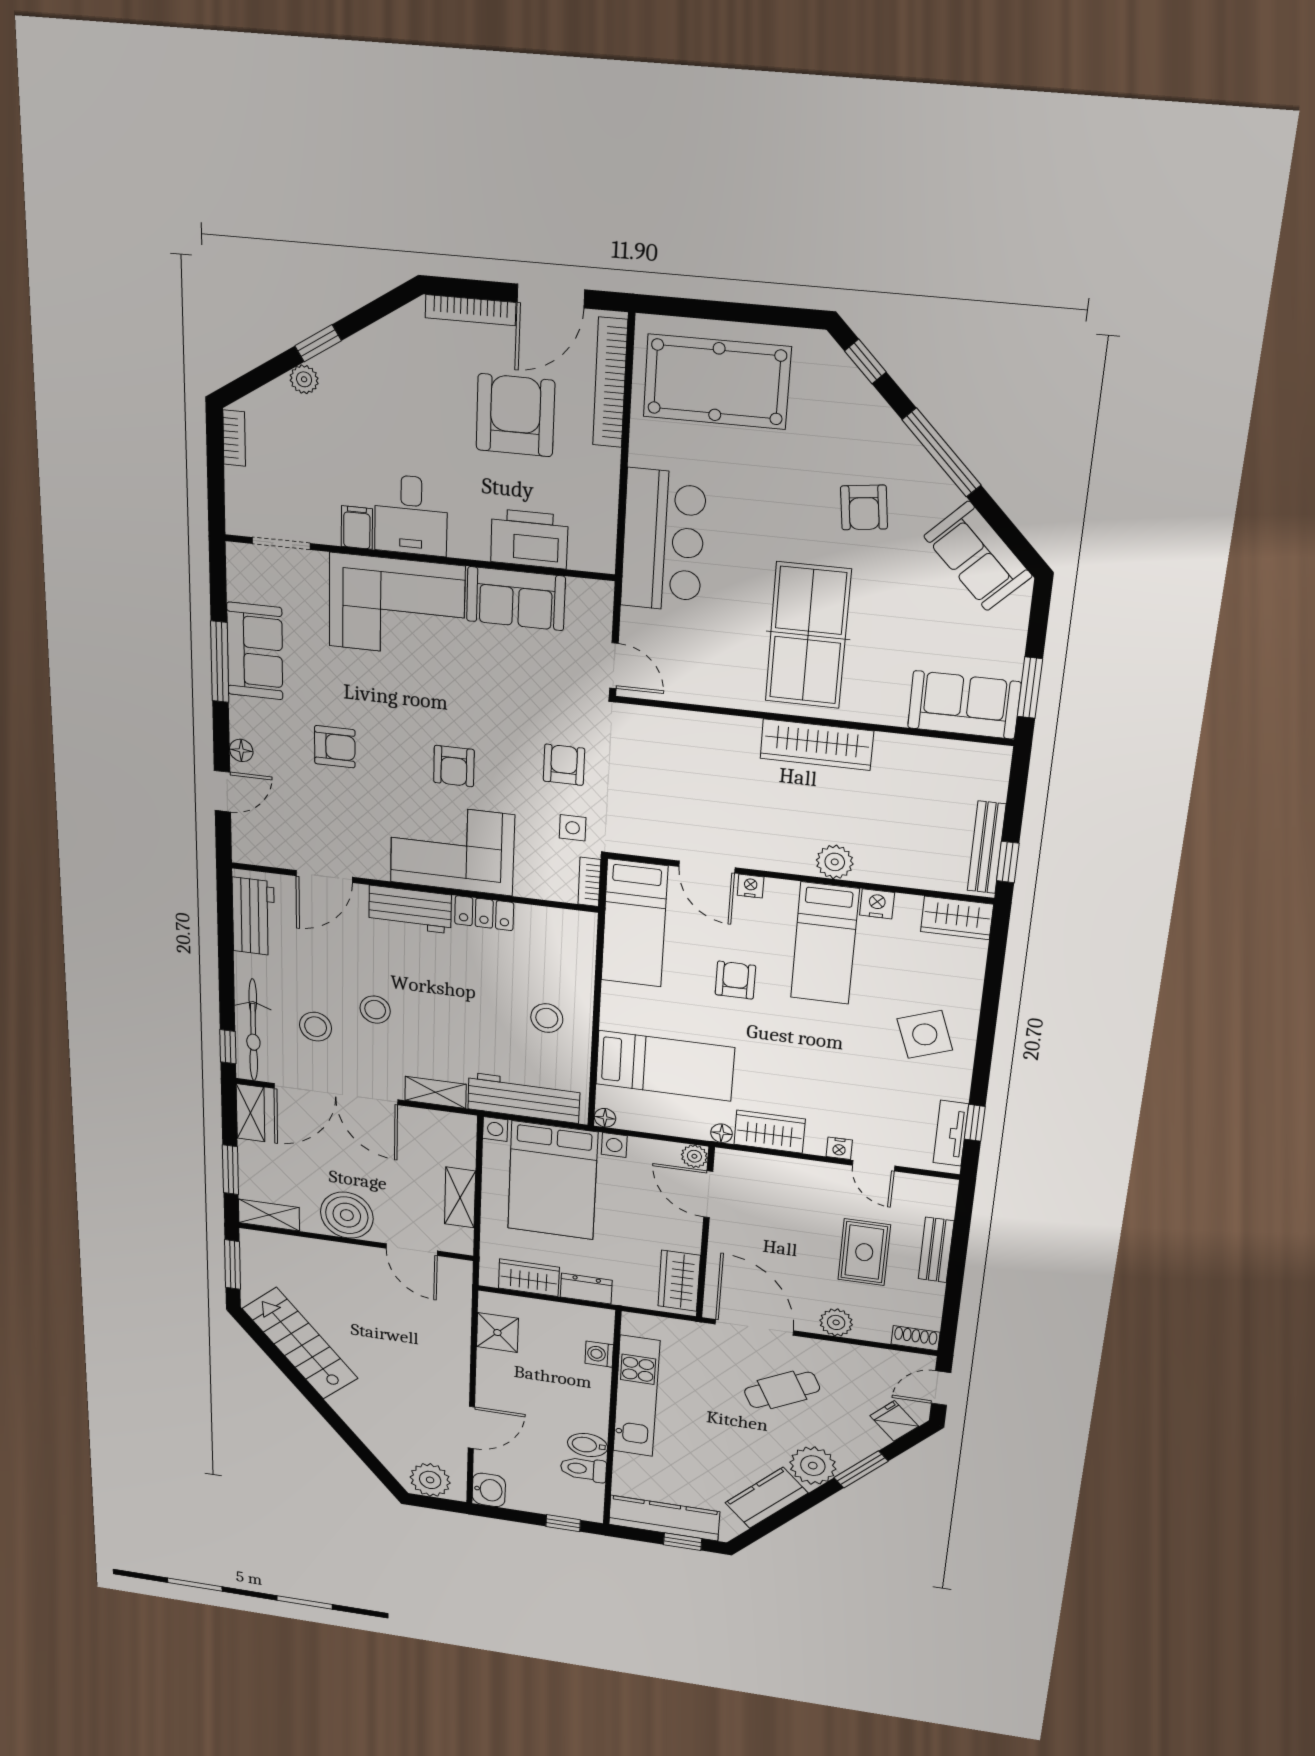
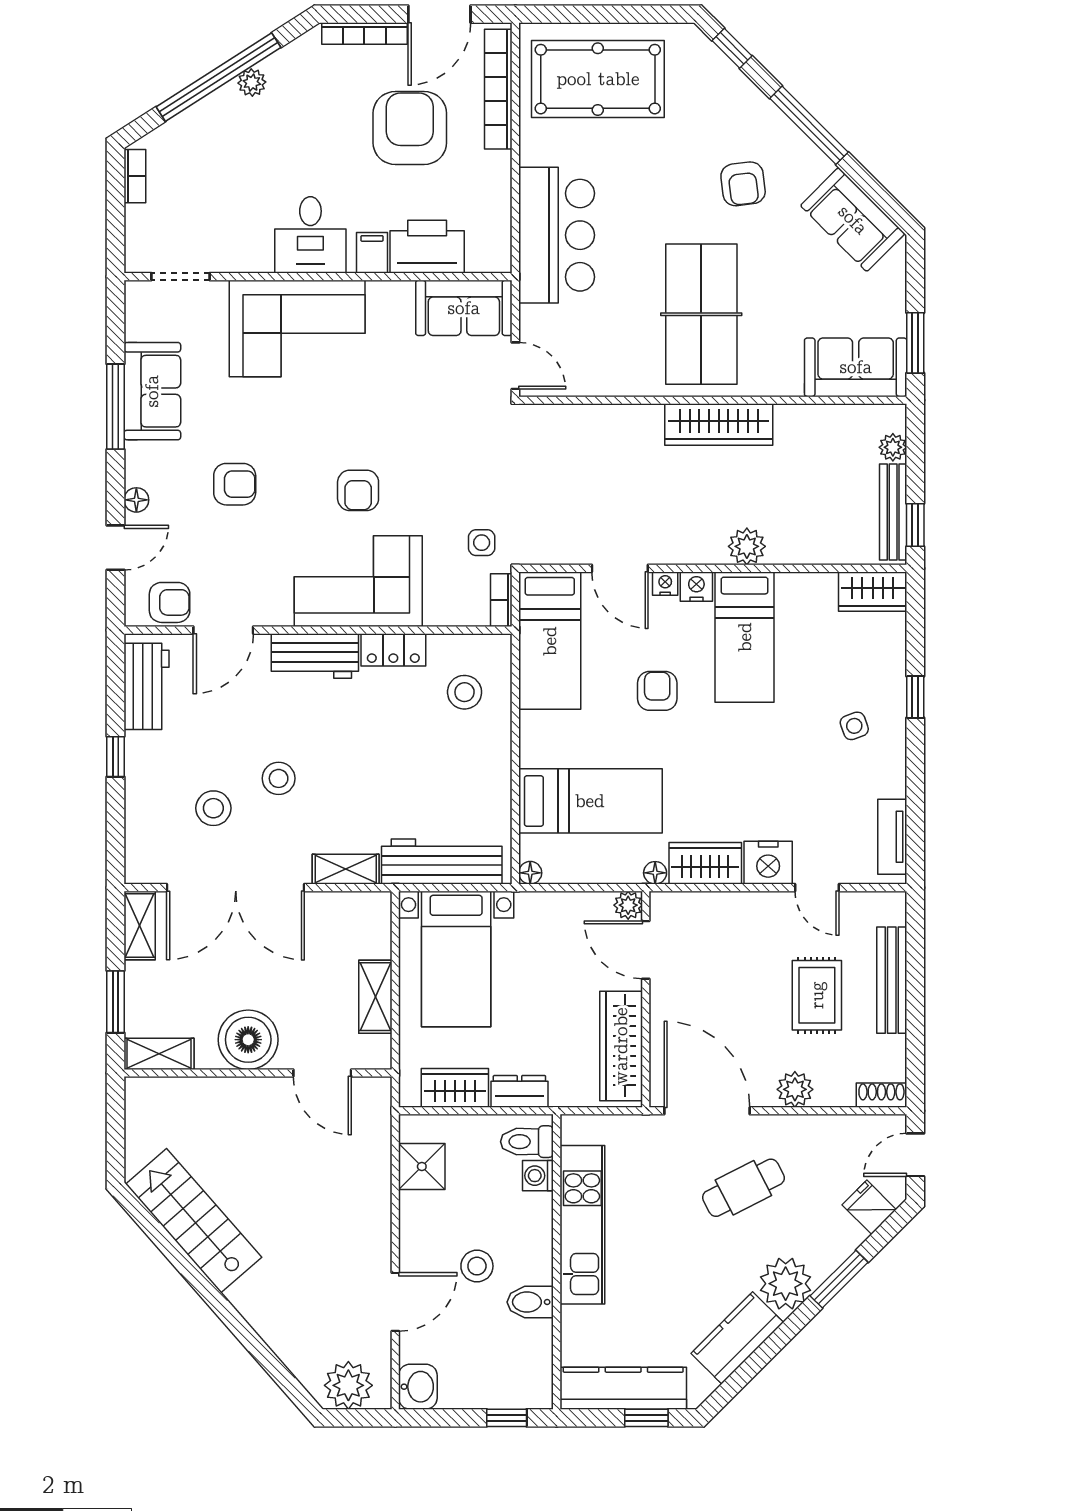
window: (318, 343) -> (218, 77), width x3.17
plant: (304, 379) -> (252, 83), moved
filing cabinet: (357, 528) -> (372, 253), moved
sofa: (516, 599) -> (464, 308), moved
armchair: (564, 765) -> (170, 602), moved, turned 90
plant: (994, 786) -> (893, 447), added
nightstand: (877, 904) -> (696, 587), moved
stool: (547, 1018) -> (465, 692), moved
bicycle: (253, 1030) -> (144, 822), removed
side table: (925, 1034) -> (854, 726), width x0.54, depth x0.54
window: (228, 1047) -> (116, 757), moved
window: (975, 1123) -> (915, 697), moved
nightstand: (839, 1148) -> (768, 863), width x1.89, depth x1.79
bed with nightstands: (553, 1180) -> (456, 959), width x0.73
bench: (936, 1250) -> (892, 980), width x1.36
window: (232, 1265) -> (116, 1126), removed
wardrobe: (679, 1281) -> (621, 1046), width x1.50
stool: (543, 1412) -> (477, 1266), added
toilet: (583, 1469) -> (527, 1142), moved

